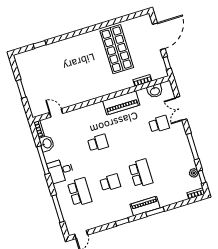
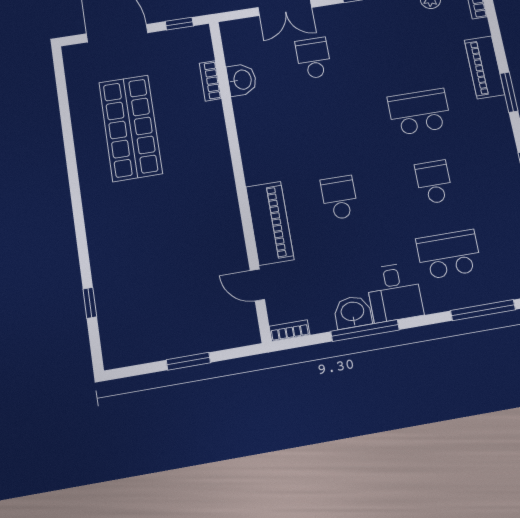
shop shelf: (117, 49) -> (131, 128), turned 90
washbasin: (155, 91) -> (242, 80), moved
piano: (121, 103) -> (270, 223), moved
door: (56, 113) -> (257, 285), hinge flipped
washbasin: (47, 143) -> (353, 312), moved
piano: (145, 206) -> (484, 67), moved

